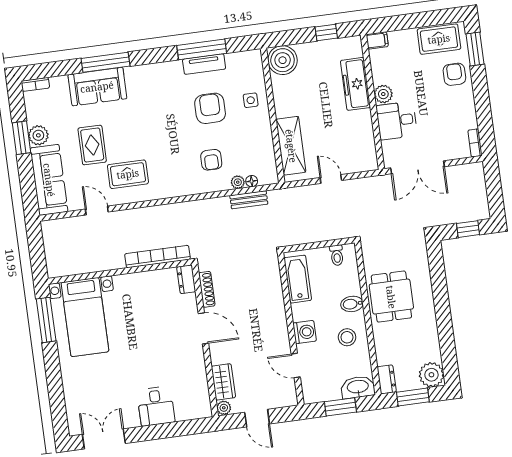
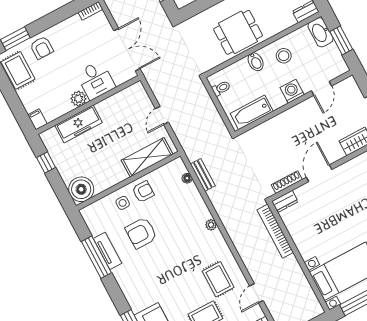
armchair: (454, 74) -> (42, 48), turned -90
armchair: (211, 160) -> (143, 192), moved
plant: (238, 182) -> (211, 225), moved

